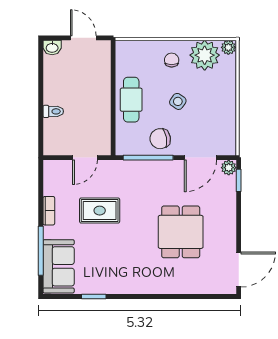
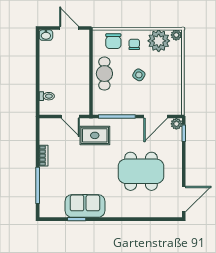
toilet: (53, 111) -> (47, 96), moved
chair: (160, 139) -> (113, 41), moved, turned -80
door: (85, 158) -> (70, 116), hinge flipped
rug: (100, 211) -> (95, 135), moved
dining table: (181, 232) -> (141, 171), width x1.38
sofa: (59, 266) -> (85, 206), moved, turned -90

